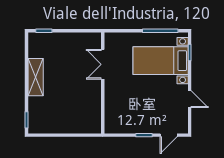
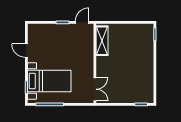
double door: (103, 64) -> (95, 89), moved
shelving: (36, 77) -> (102, 41), moved
door: (169, 135) -> (82, 22), moved

